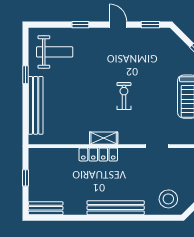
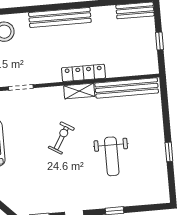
weight bench: (55, 52) -> (112, 156), moved, turned -90
exercise bike: (124, 96) -> (61, 138), turned -149
bench: (36, 105) -> (127, 88), moved, turned 90

